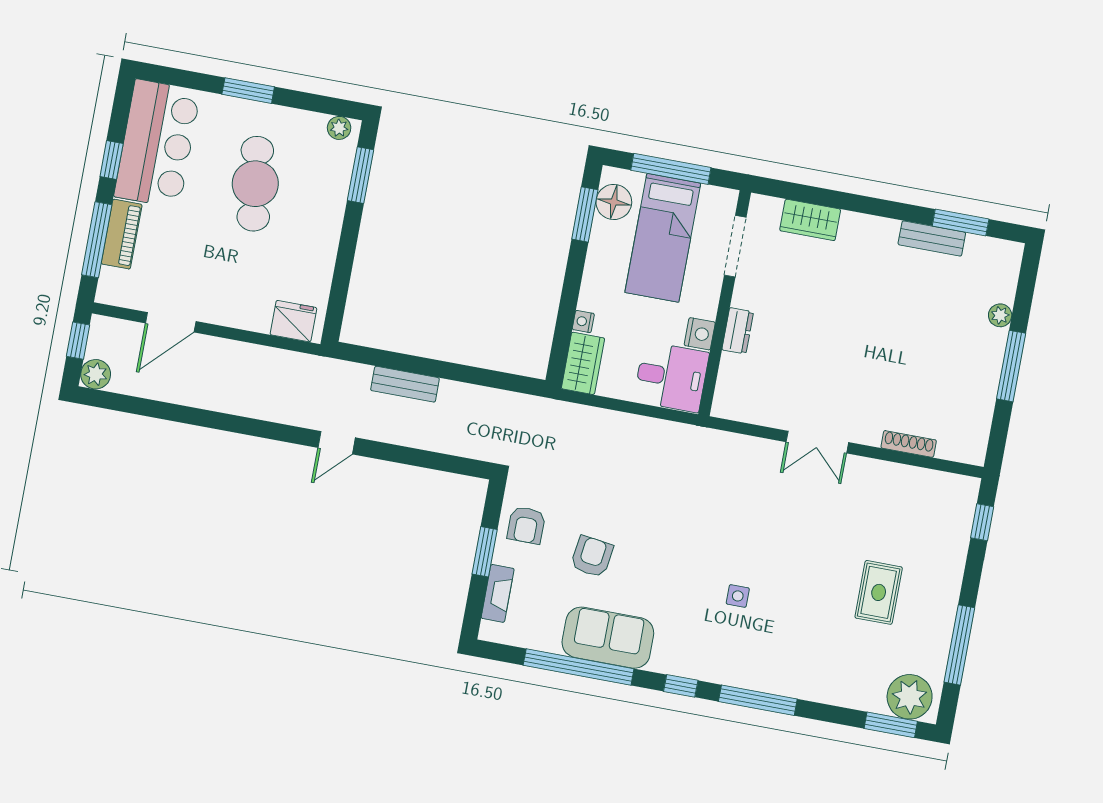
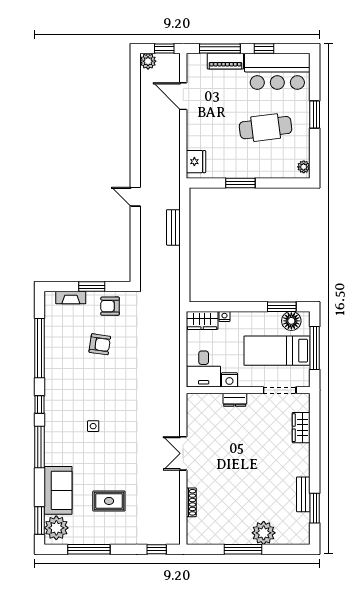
window: (361, 175) -> (240, 183), moved
plant: (1000, 315) -> (264, 533), width x1.88, depth x1.88
sofa: (608, 638) -> (58, 490), moved

